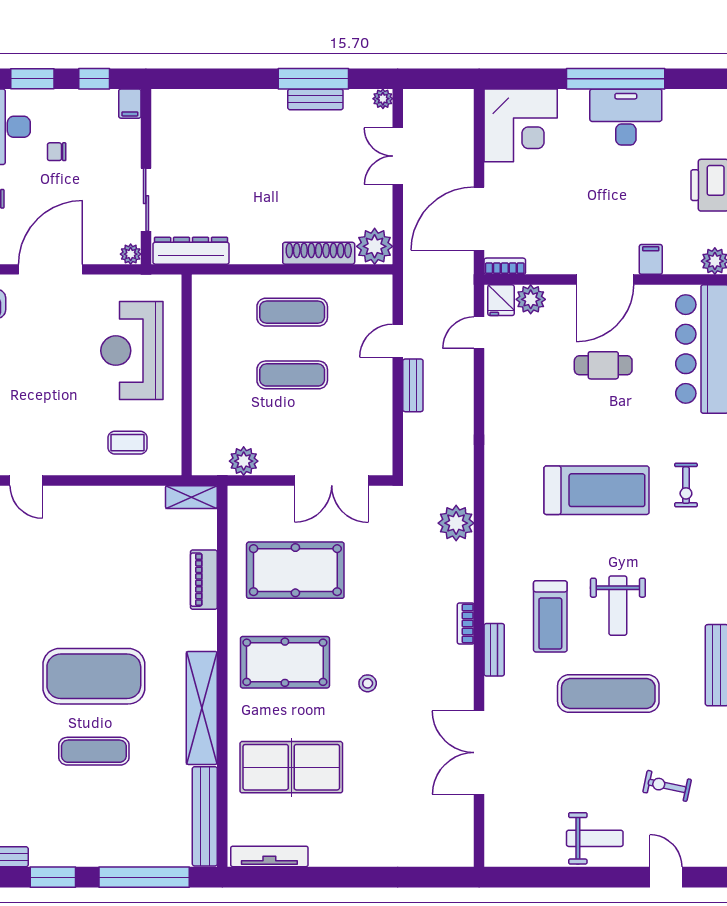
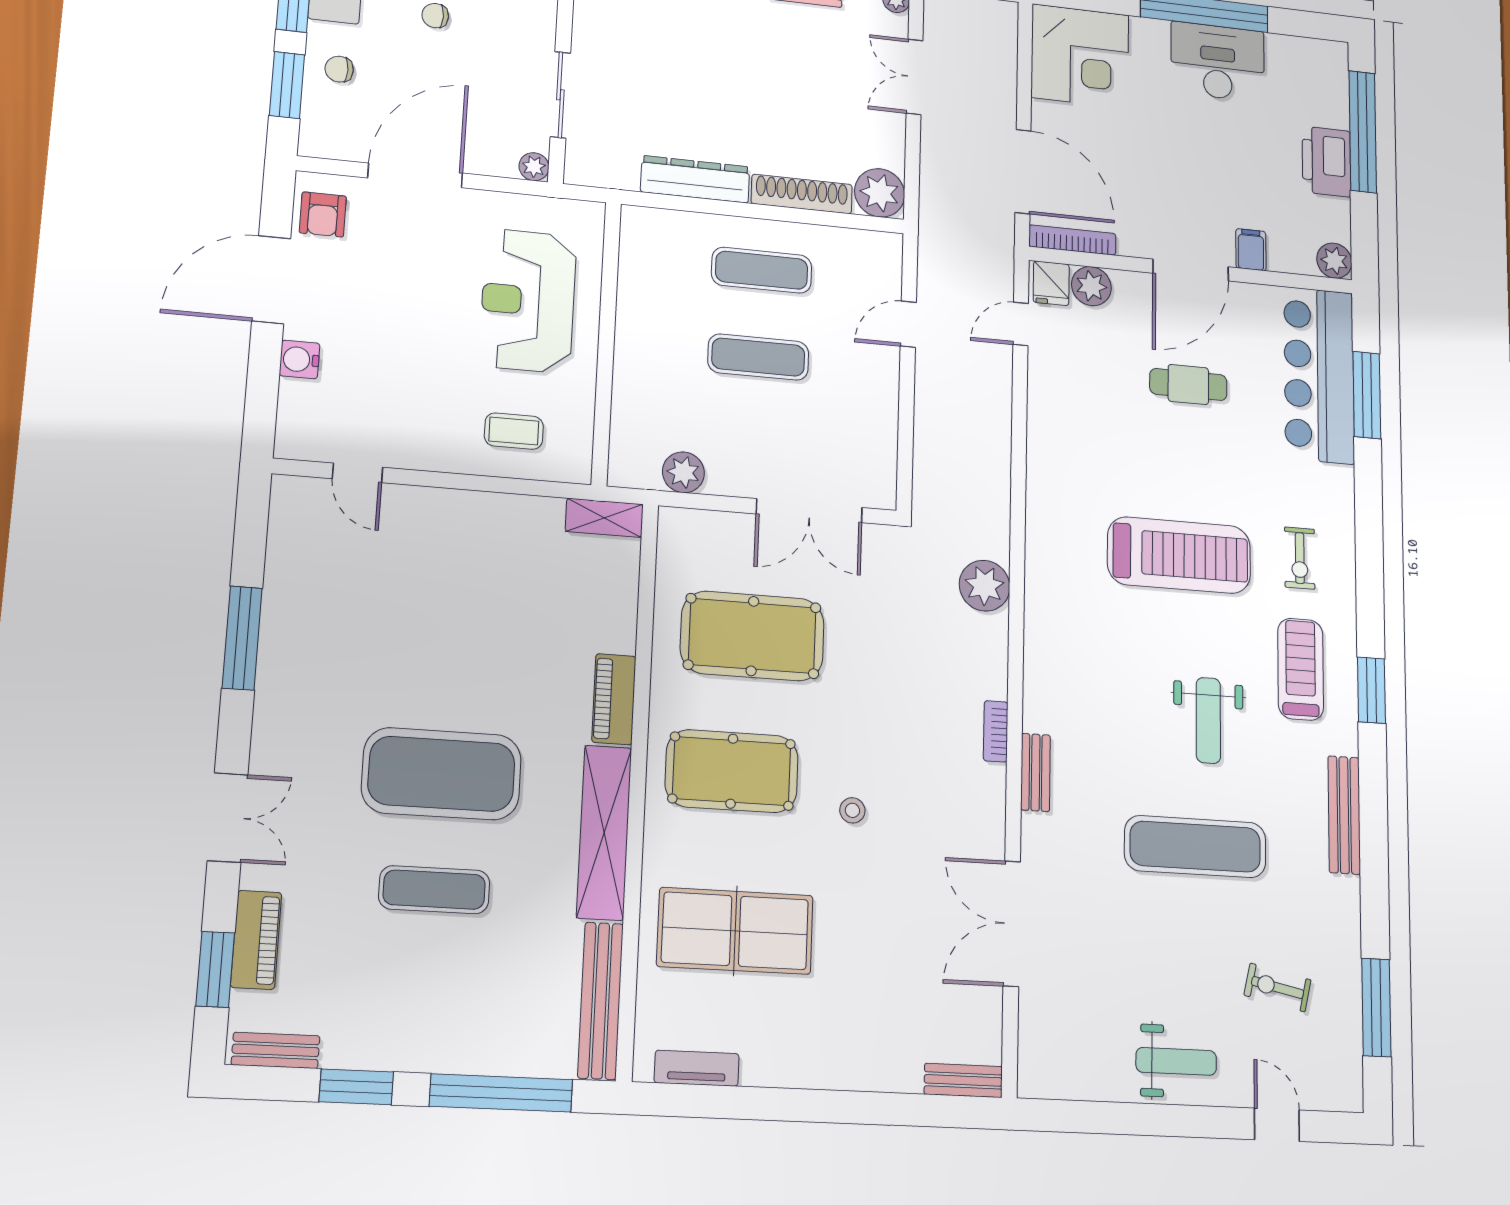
door: (479, 219) -> (1023, 172), swing flipped
dresser: (191, 251) -> (695, 179), moved
bookcase: (505, 266) -> (1072, 240), width x1.56
bench: (413, 385) -> (963, 1080), moved, turned 90
piano: (204, 580) -> (614, 699), moved
treadmill: (550, 616) -> (1301, 669), moved, turned 180
tv unit: (269, 856) -> (697, 1068), width x0.71

